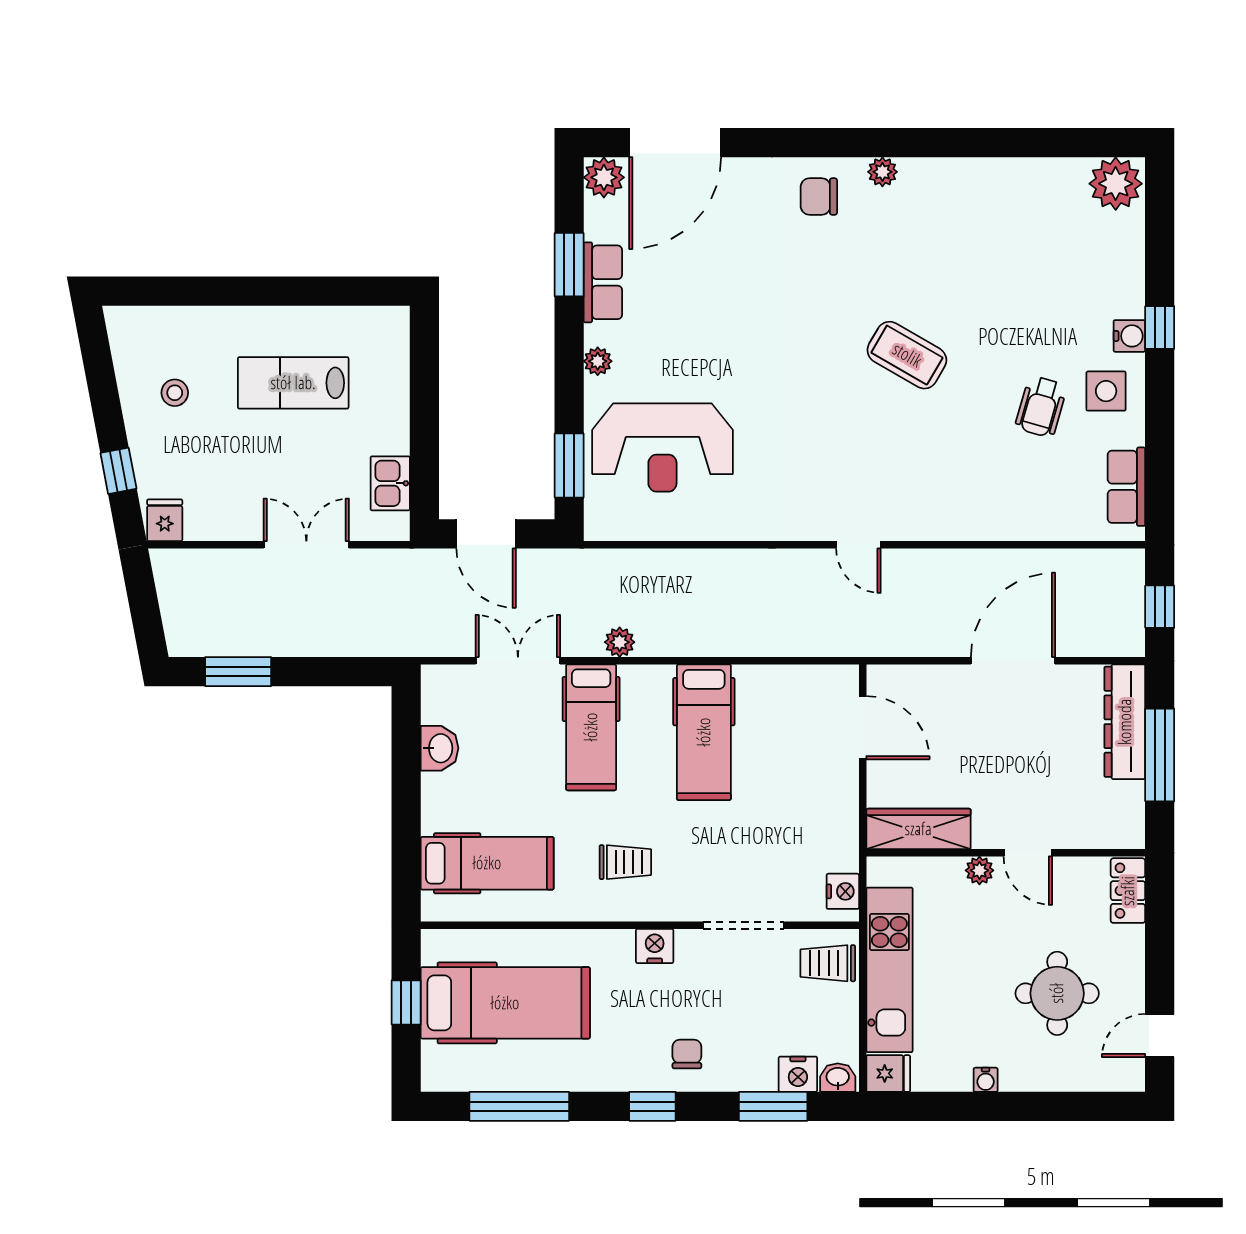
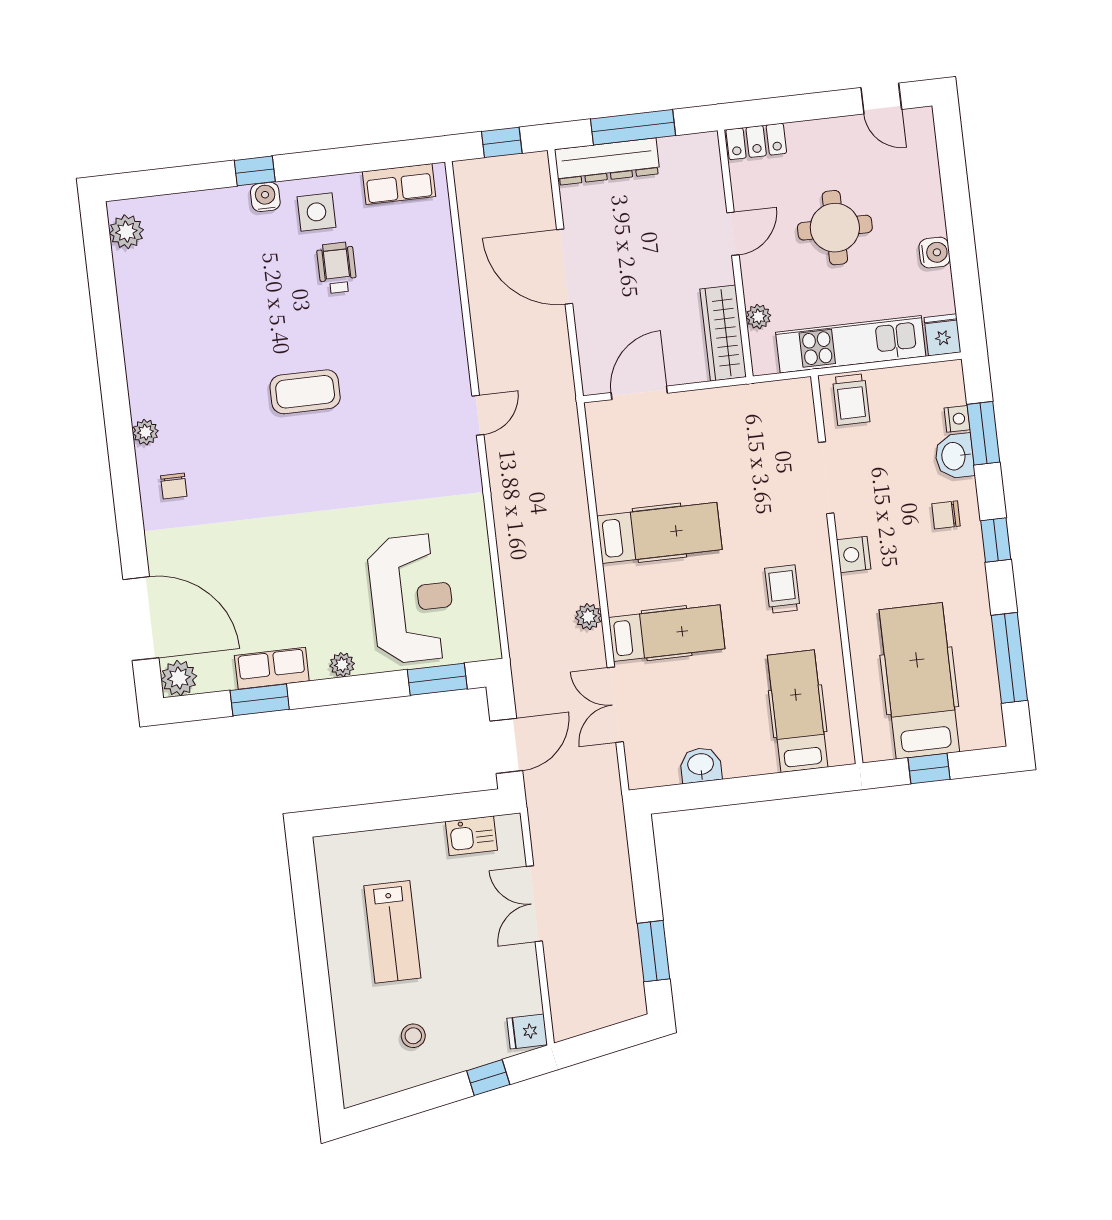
plant: (1116, 184) -> (126, 232), width x0.73, depth x0.73
chair: (819, 197) -> (174, 486), width x0.73, depth x0.73
coffee table: (907, 355) -> (305, 392), turned 60
wheelchair: (1041, 407) -> (337, 268), turned -106
plant: (979, 870) -> (758, 317), moved
nightstand: (843, 891) -> (786, 394), removed
round table: (1057, 993) -> (835, 228), moved
nightstand: (798, 1074) -> (957, 419), width x0.72, depth x0.74
washbasin: (838, 1078) -> (955, 456), moved, width x1.38, depth x1.45
water cooler: (986, 1080) -> (935, 253), width x1.38, depth x1.38

